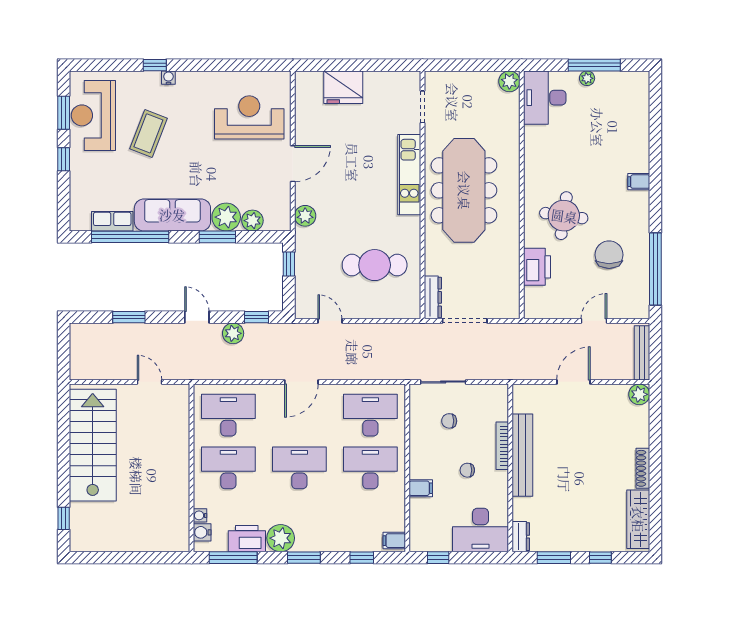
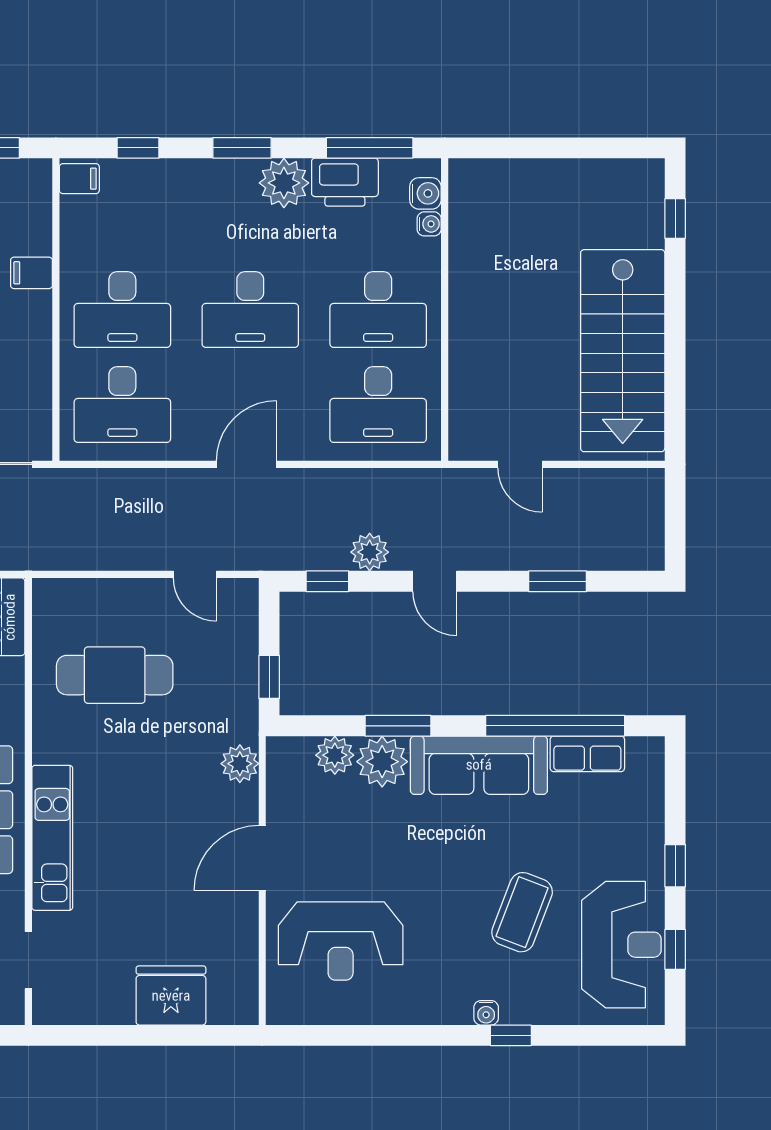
window: (64, 113) -> (675, 949), width x0.67

